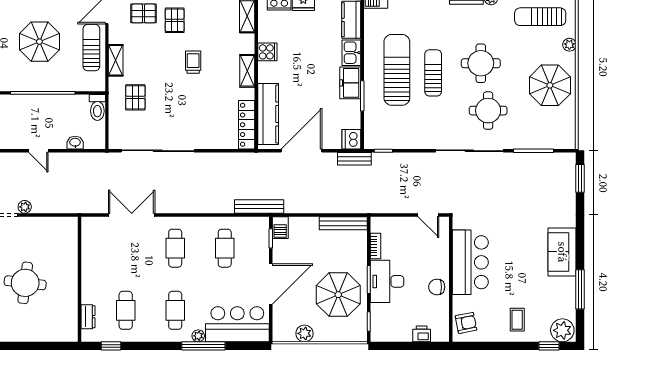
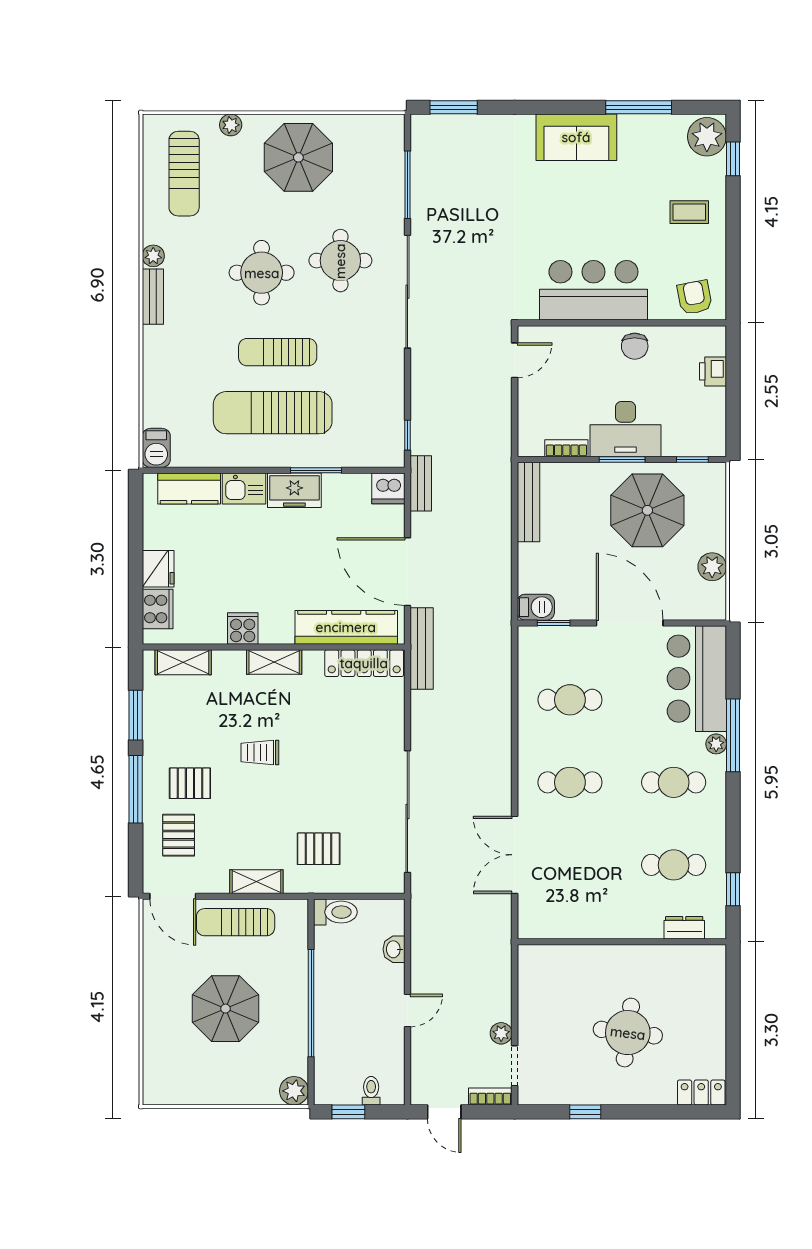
bench: (259, 206) -> (422, 649), moved

